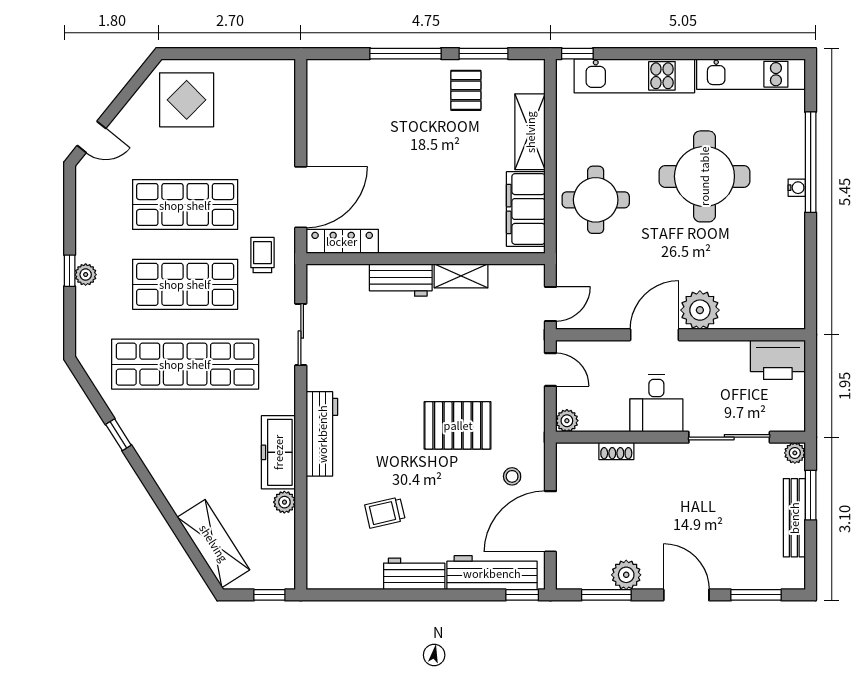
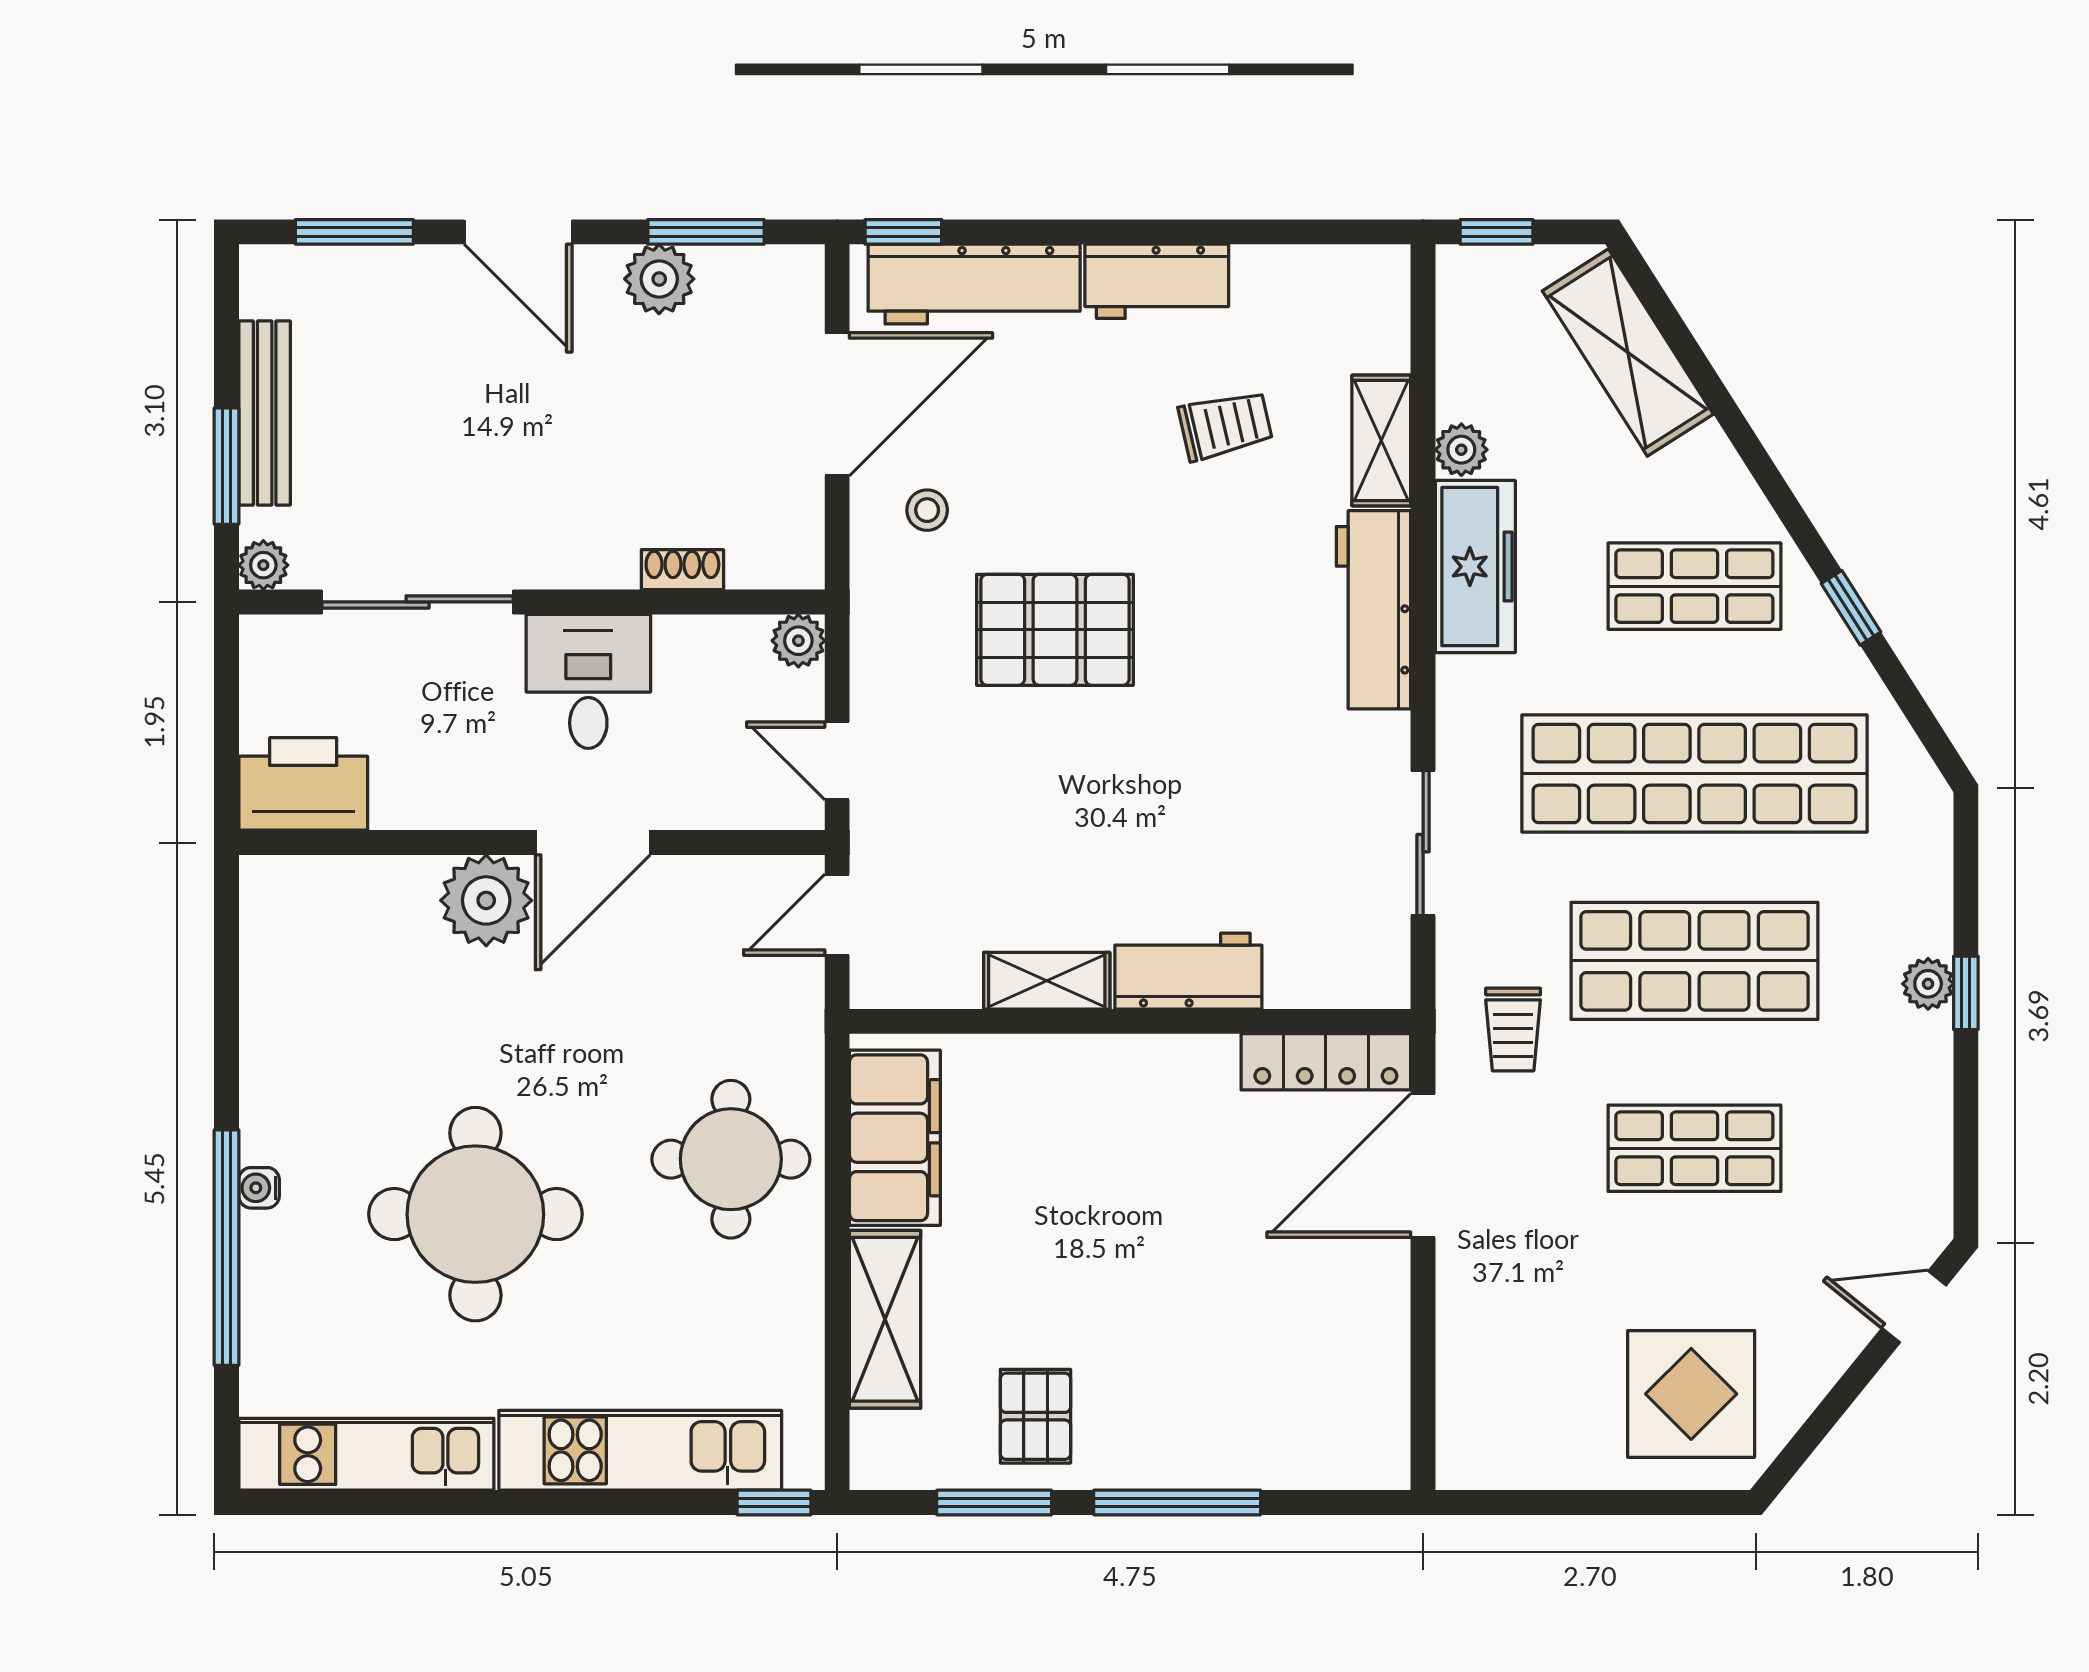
shop shelf: (185, 205) -> (1694, 1148), width x0.70, depth x0.74
shop shelf: (185, 444) -> (1694, 586), added
shelving: (319, 506) -> (1381, 440), added

